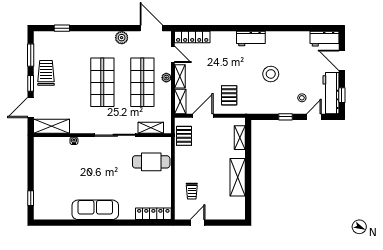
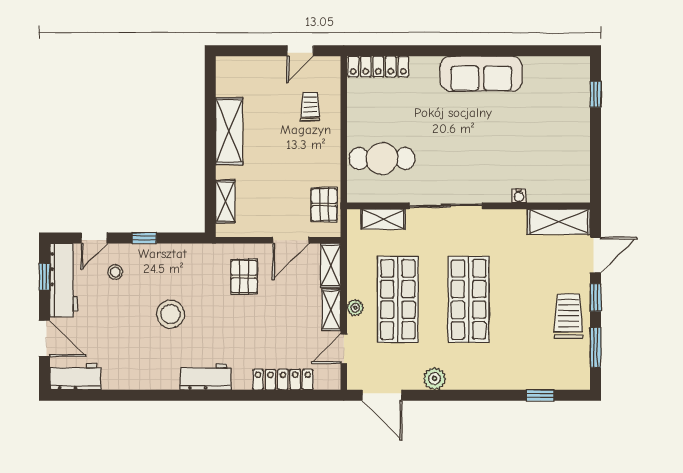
locker: (192, 37) -> (283, 380), moved
door: (173, 54) -> (344, 349), hinge flipped
trolley: (46, 73) -> (568, 316), turned 180

